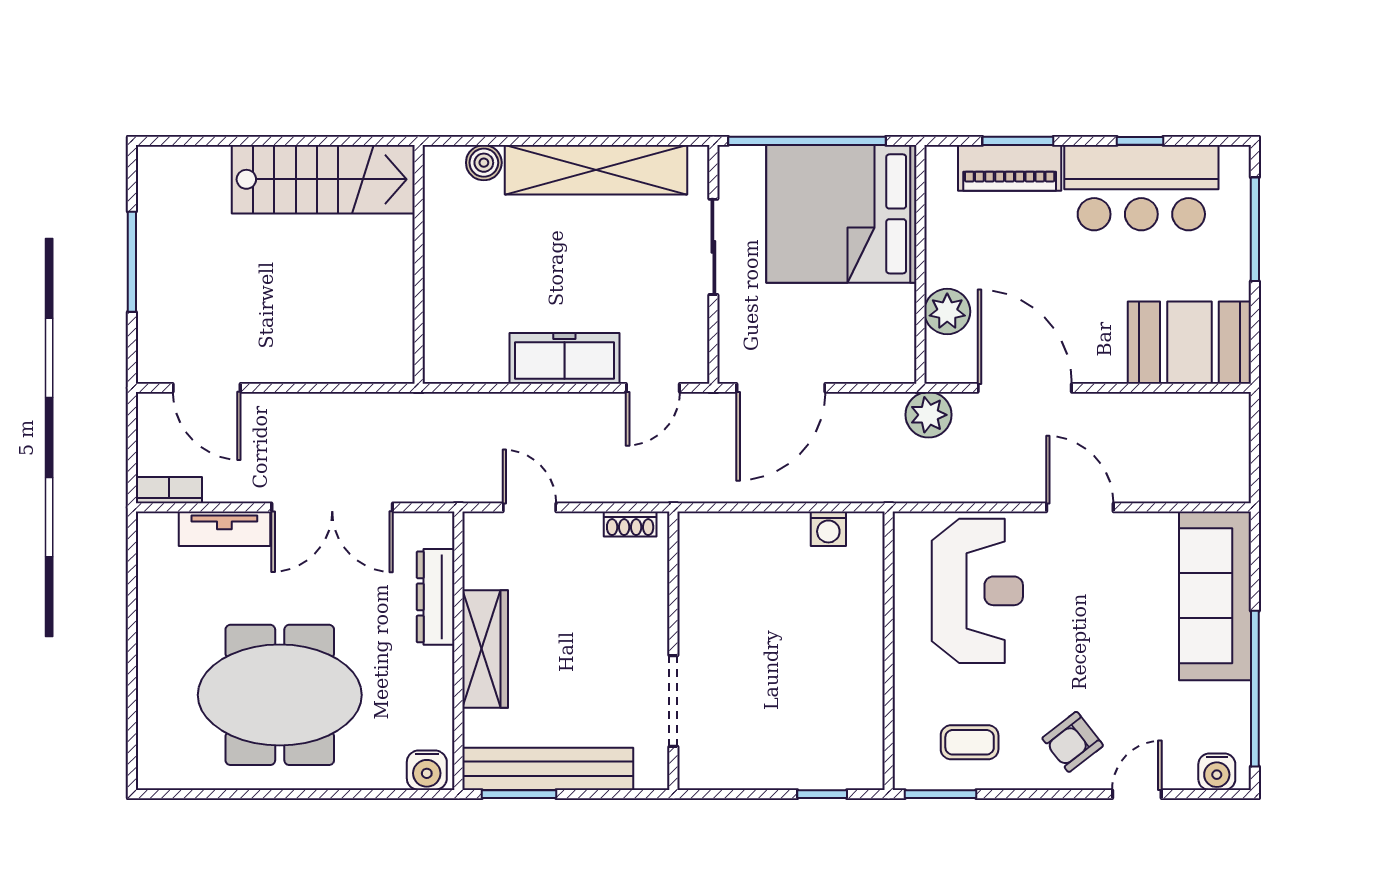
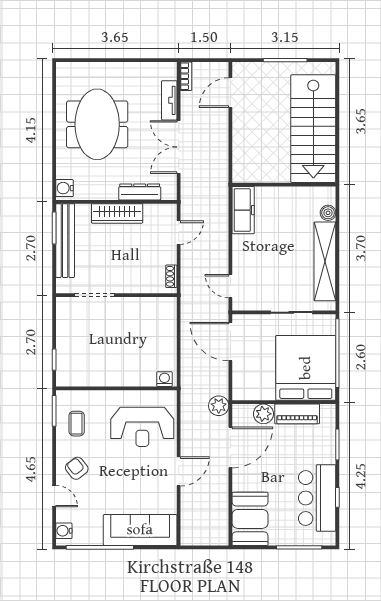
piano: (1010, 168) -> (297, 414), moved, turned -90
stairs: (323, 179) -> (313, 129), width x1.36, depth x1.51
freezer: (564, 358) -> (243, 210), moved
washing machine: (828, 529) -> (164, 379), moved, turned 90

